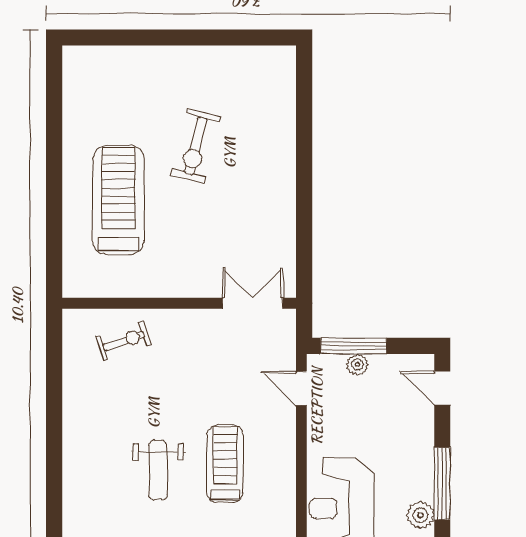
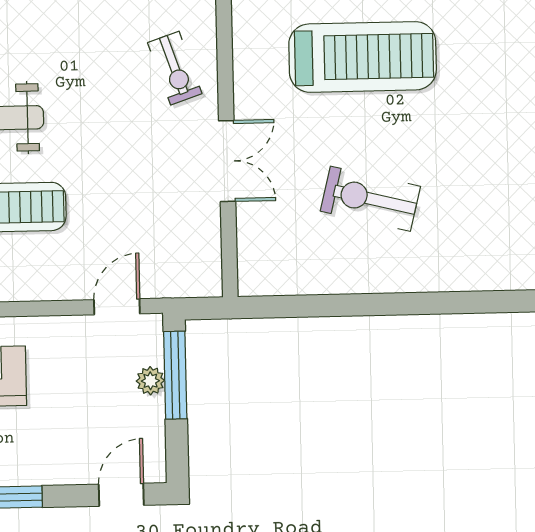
exercise bike: (196, 146) -> (370, 199), moved
double door: (253, 303) -> (227, 161), moved

